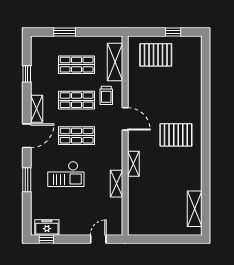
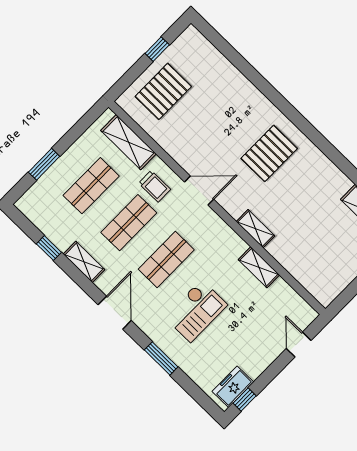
shelving: (37, 109) -> (84, 262), moved

